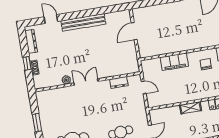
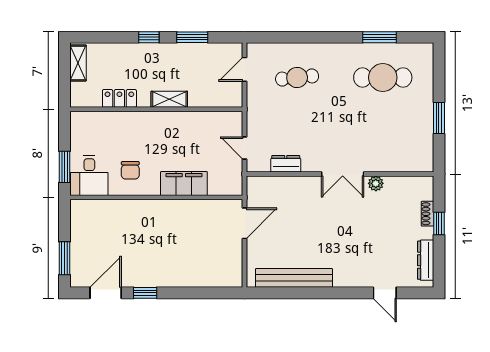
bench: (83, 22) -> (294, 278), moved
door: (134, 31) -> (244, 223), moved

